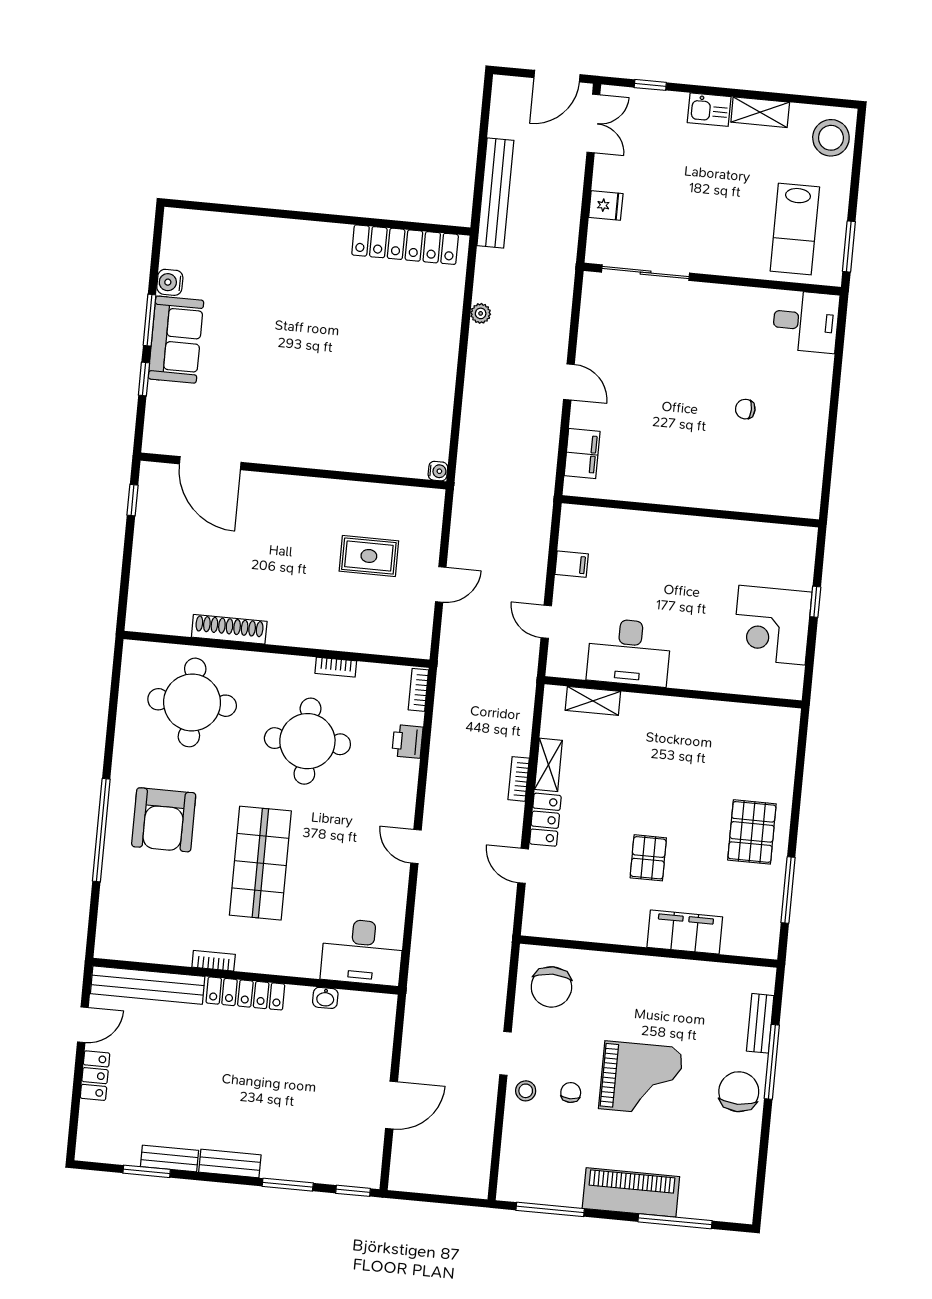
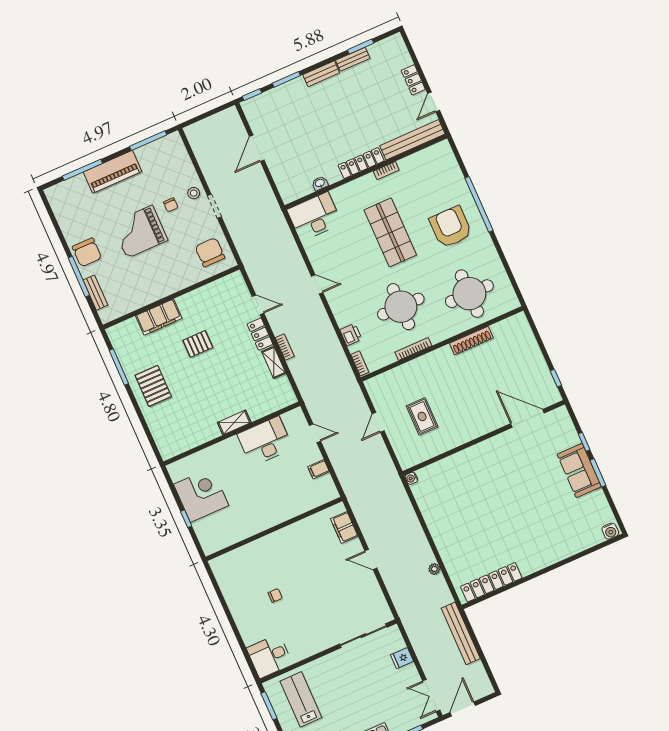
water cooler: (170, 282) -> (610, 531), moved, turned 90
rug: (369, 556) -> (422, 416), turned 90
bookcase: (336, 667) -> (413, 349), width x1.56
shelving: (593, 701) -> (234, 422), moved
pallet: (648, 858) -> (198, 344), turned 90

